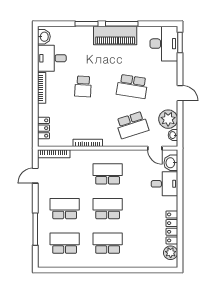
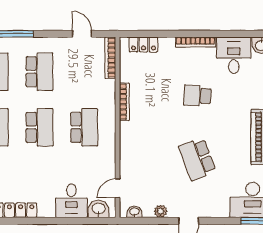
school desk: (132, 86) -> (197, 159), turned -30
plant: (168, 119) -> (161, 211), width x0.53, depth x0.53
school desk: (132, 125) -> (147, 159), removed

